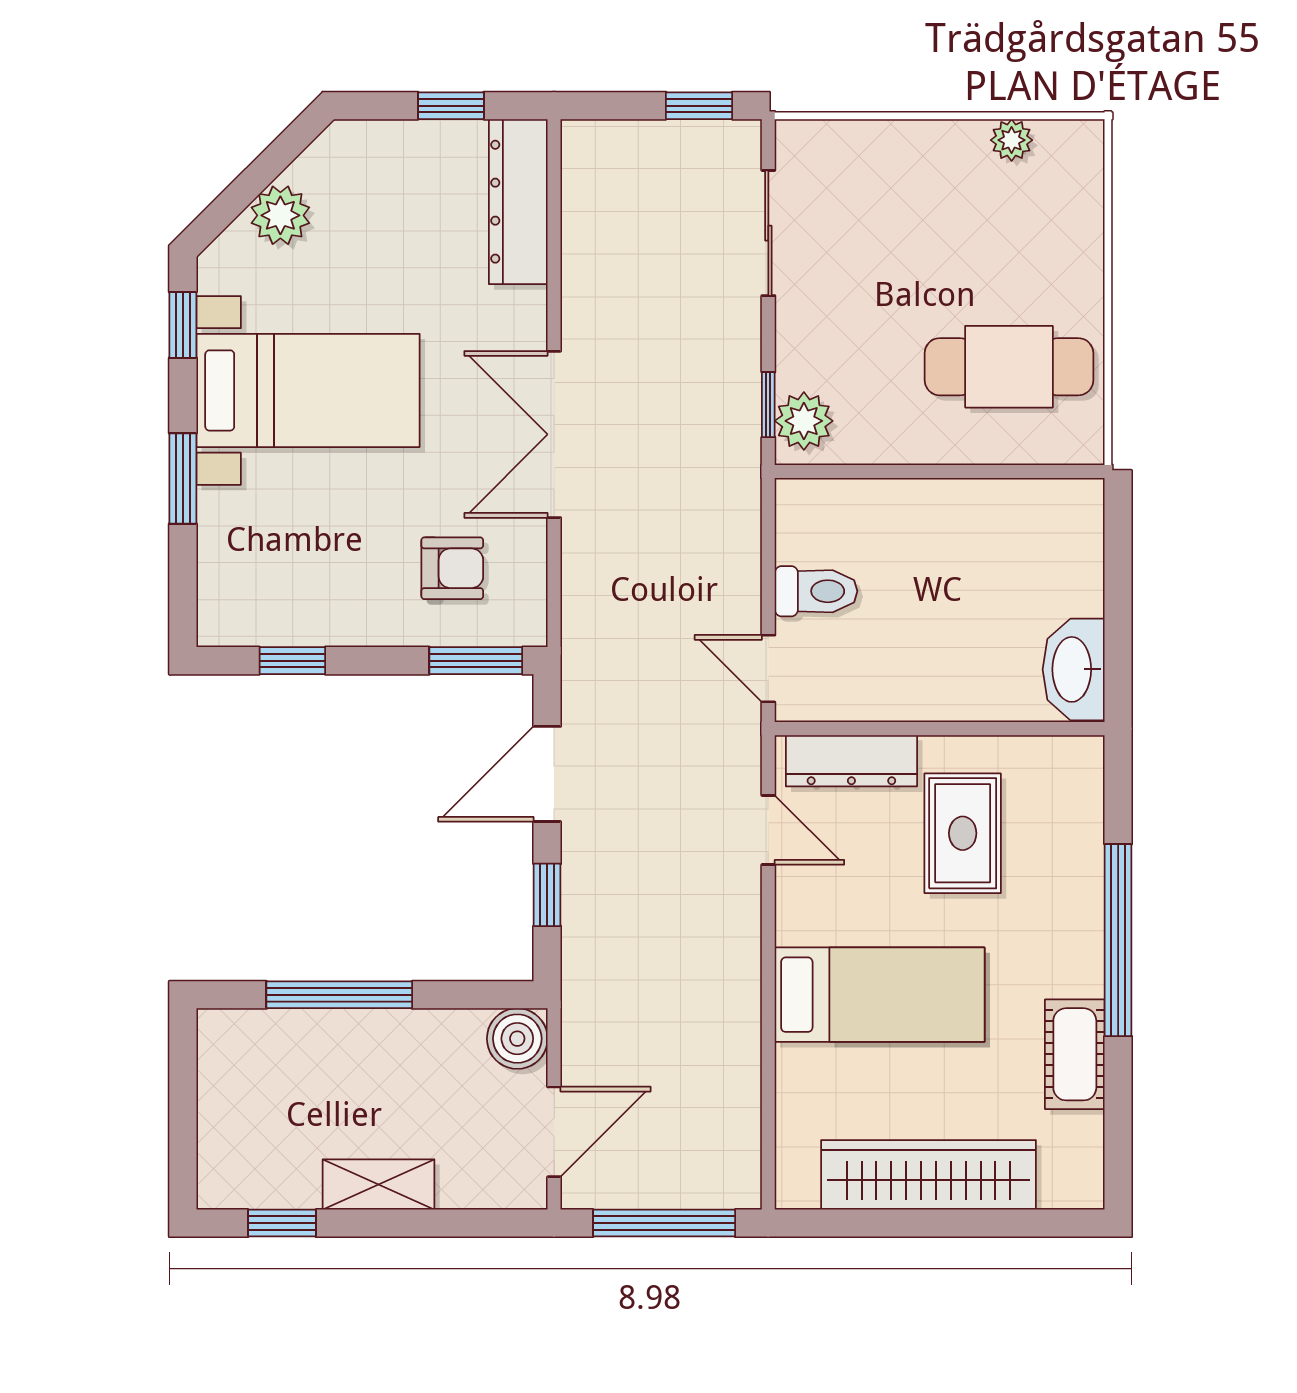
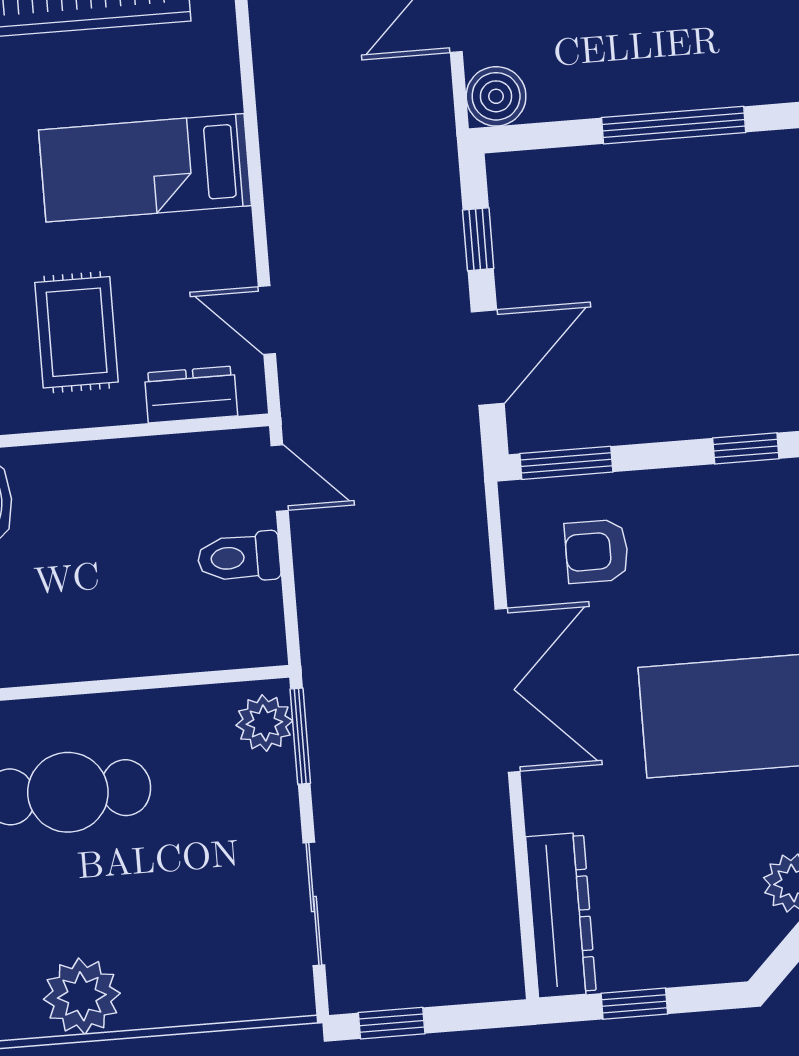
plant: (1012, 140) -> (82, 996), width x1.88, depth x1.88
window: (768, 405) -> (300, 736), width x1.50
dresser: (851, 761) -> (191, 394), width x0.70

